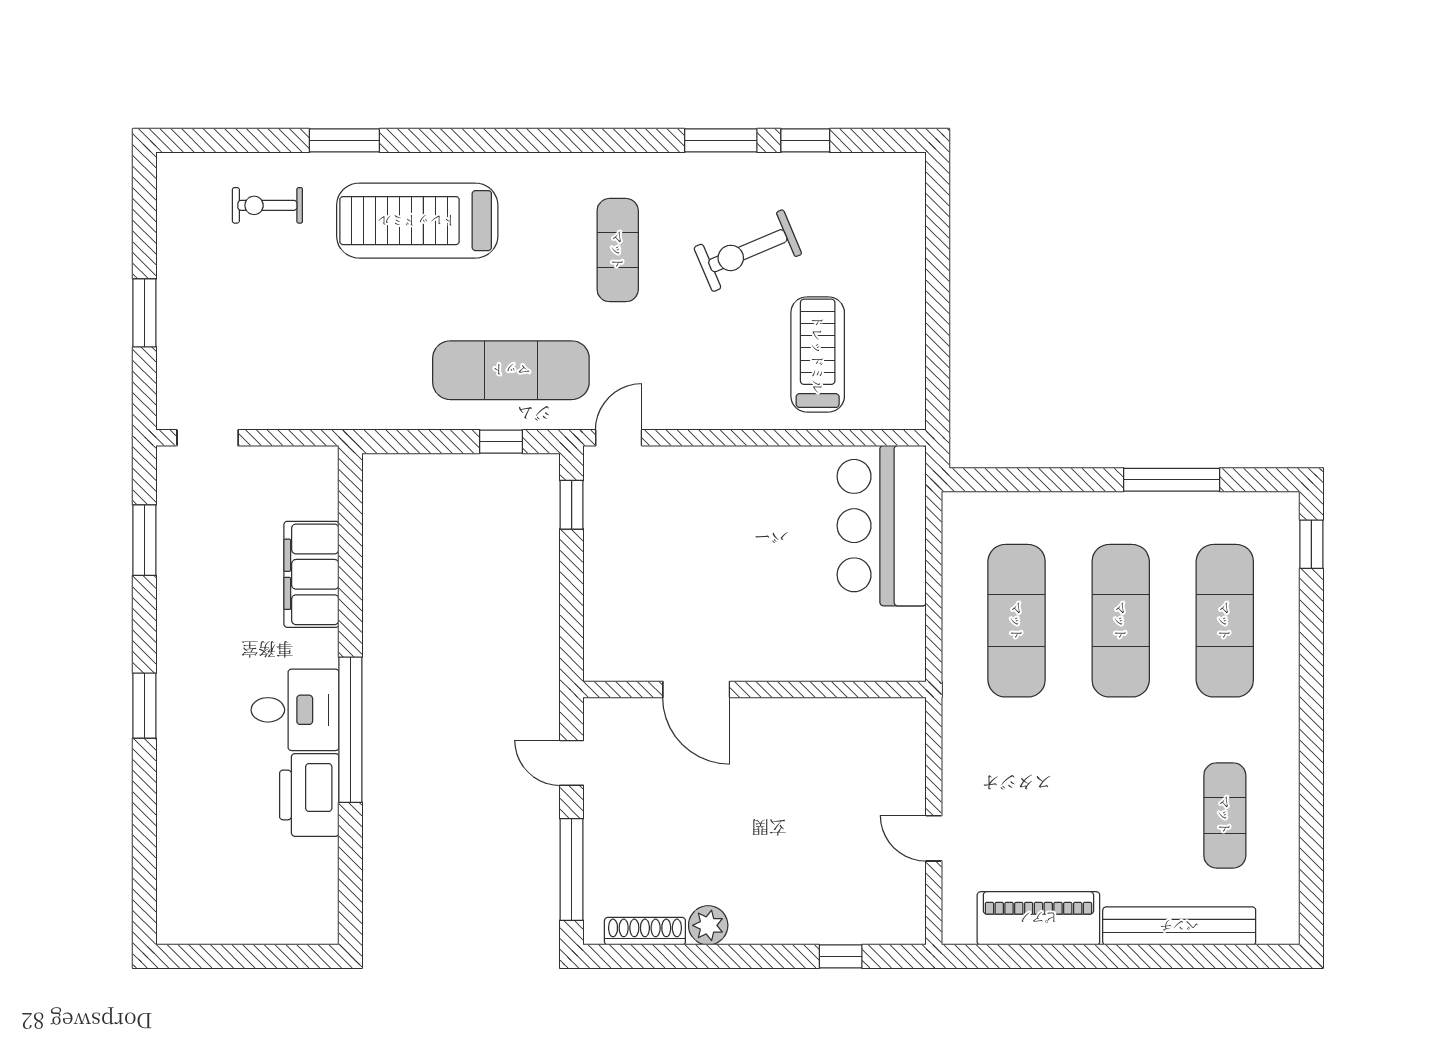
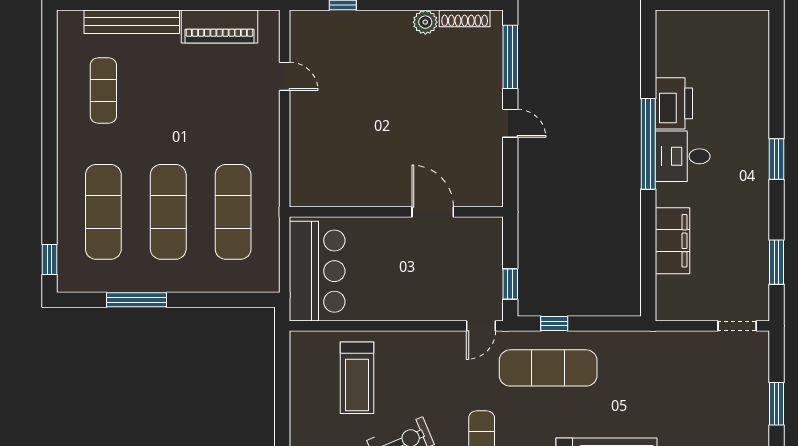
door: (696, 689) -> (433, 212), moved
wall: (755, 689) -> (396, 212), moved

